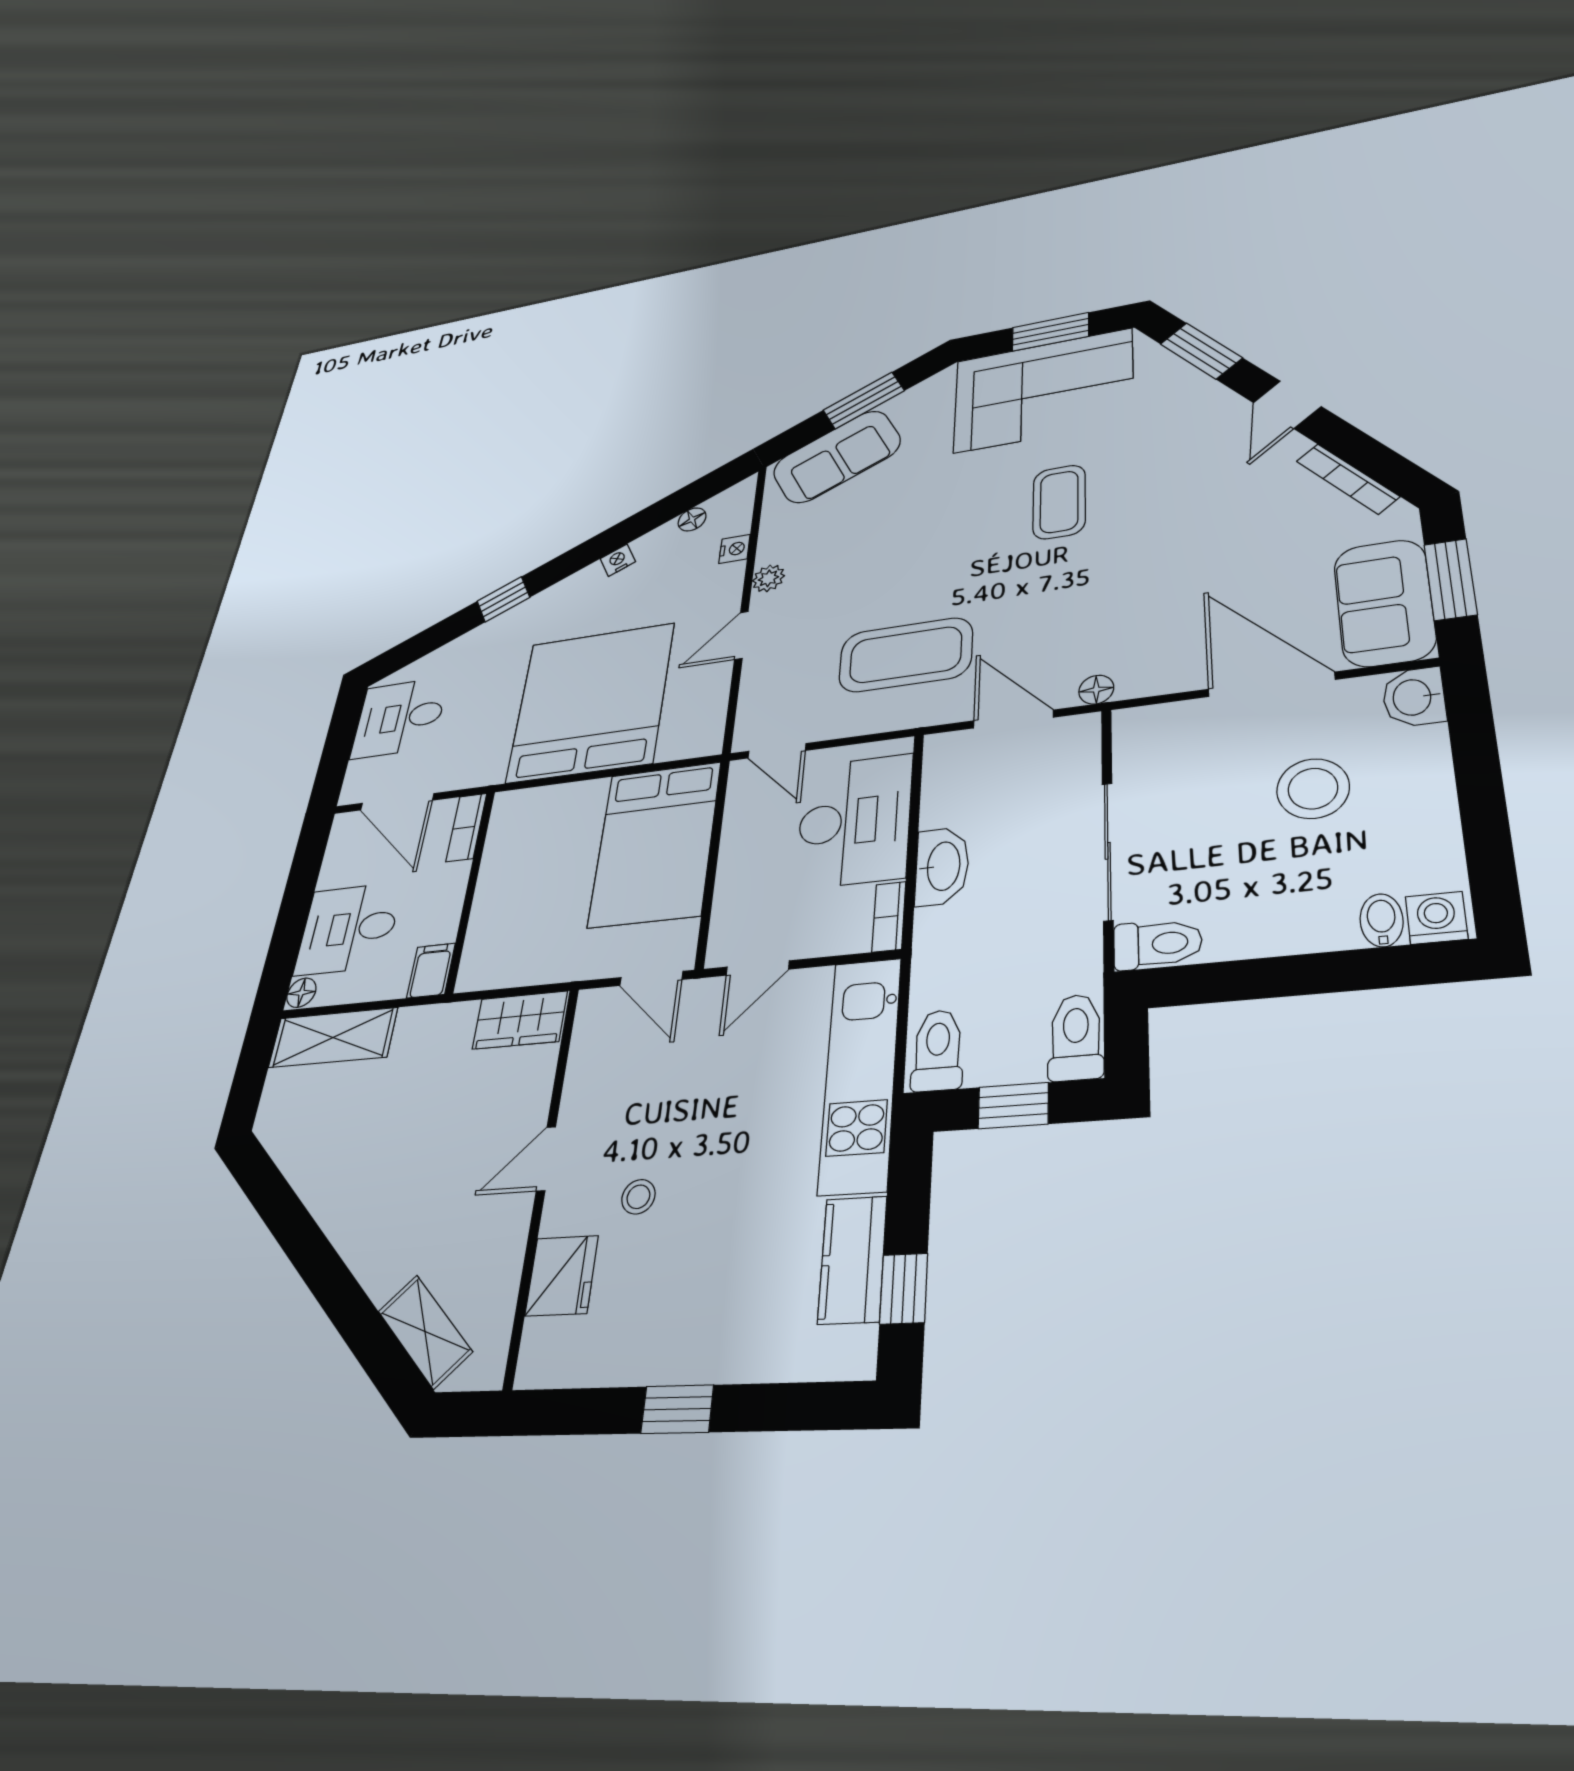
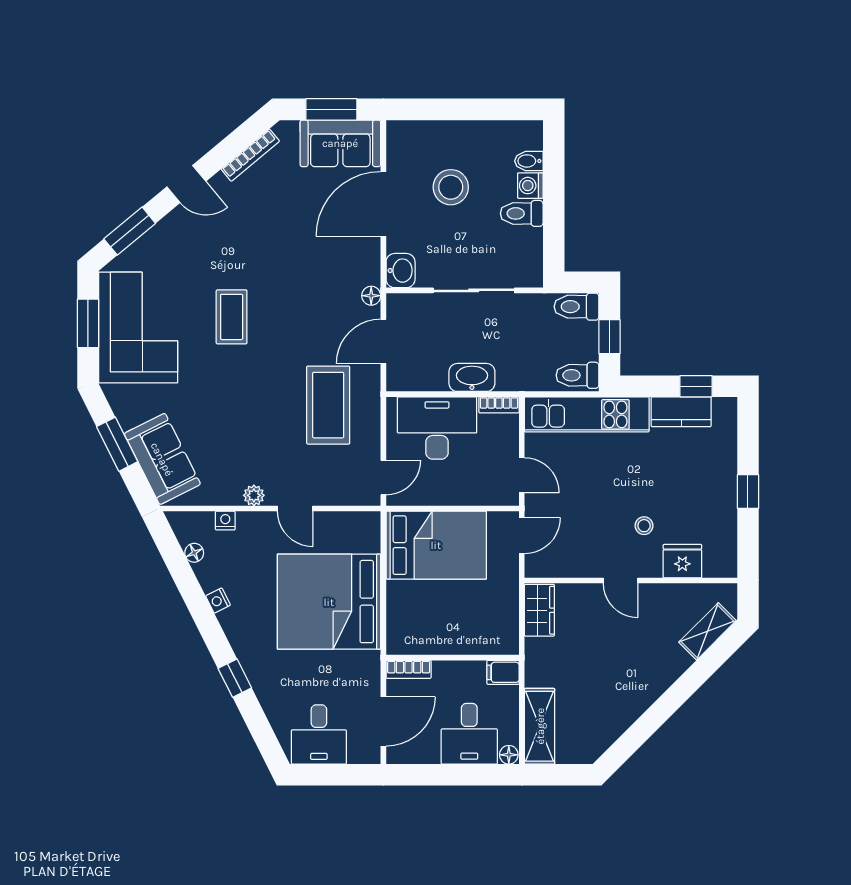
coffee table: (1059, 502) -> (232, 317), turned 90
washbasin: (1414, 697) -> (401, 271), moved, turned -90
washing machine: (1436, 918) -> (530, 186), moved
toilet: (1158, 944) -> (522, 213), moved, turned -90

